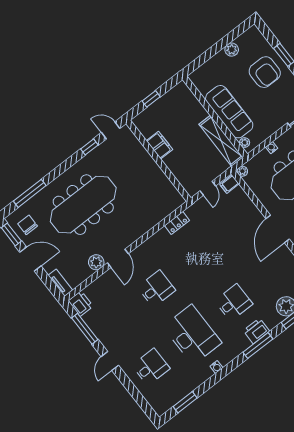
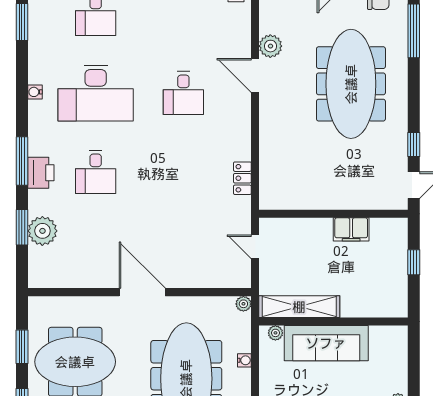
filing cabinet: (229, 184) -> (240, 276), removed

